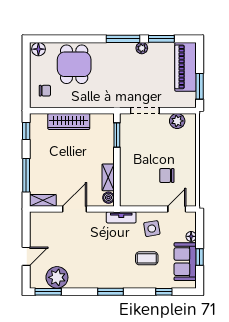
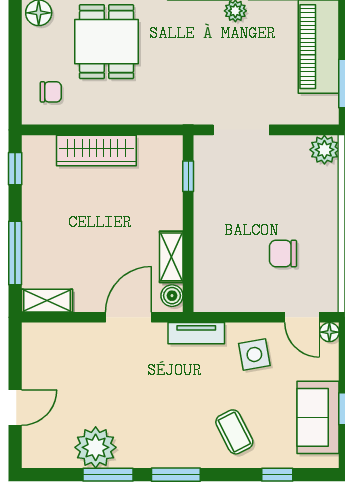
plant: (177, 121) -> (324, 150), moved
window: (117, 135) -> (188, 176), width x0.67
door: (75, 209) -> (128, 317), moved
door: (177, 209) -> (302, 317), swing flipped
floor lamp: (191, 236) -> (329, 332), moved
coffee table: (147, 258) -> (234, 432), moved, turned 63
plant: (57, 277) -> (96, 447), moved
window: (48, 292) -> (108, 475), moved

